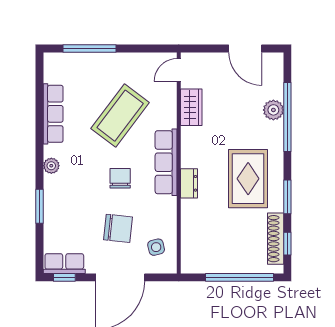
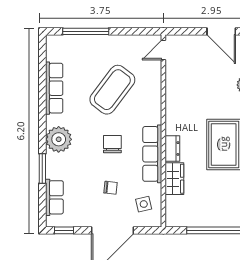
wardrobe: (191, 107) -> (174, 179), moved
row of seats: (166, 162) -> (152, 154), moved
plant: (51, 166) -> (59, 139), width x1.88, depth x1.88
chair: (118, 228) -> (111, 188), width x0.54, depth x0.54
row of seats: (64, 264) -> (54, 197), moved, turned 90

